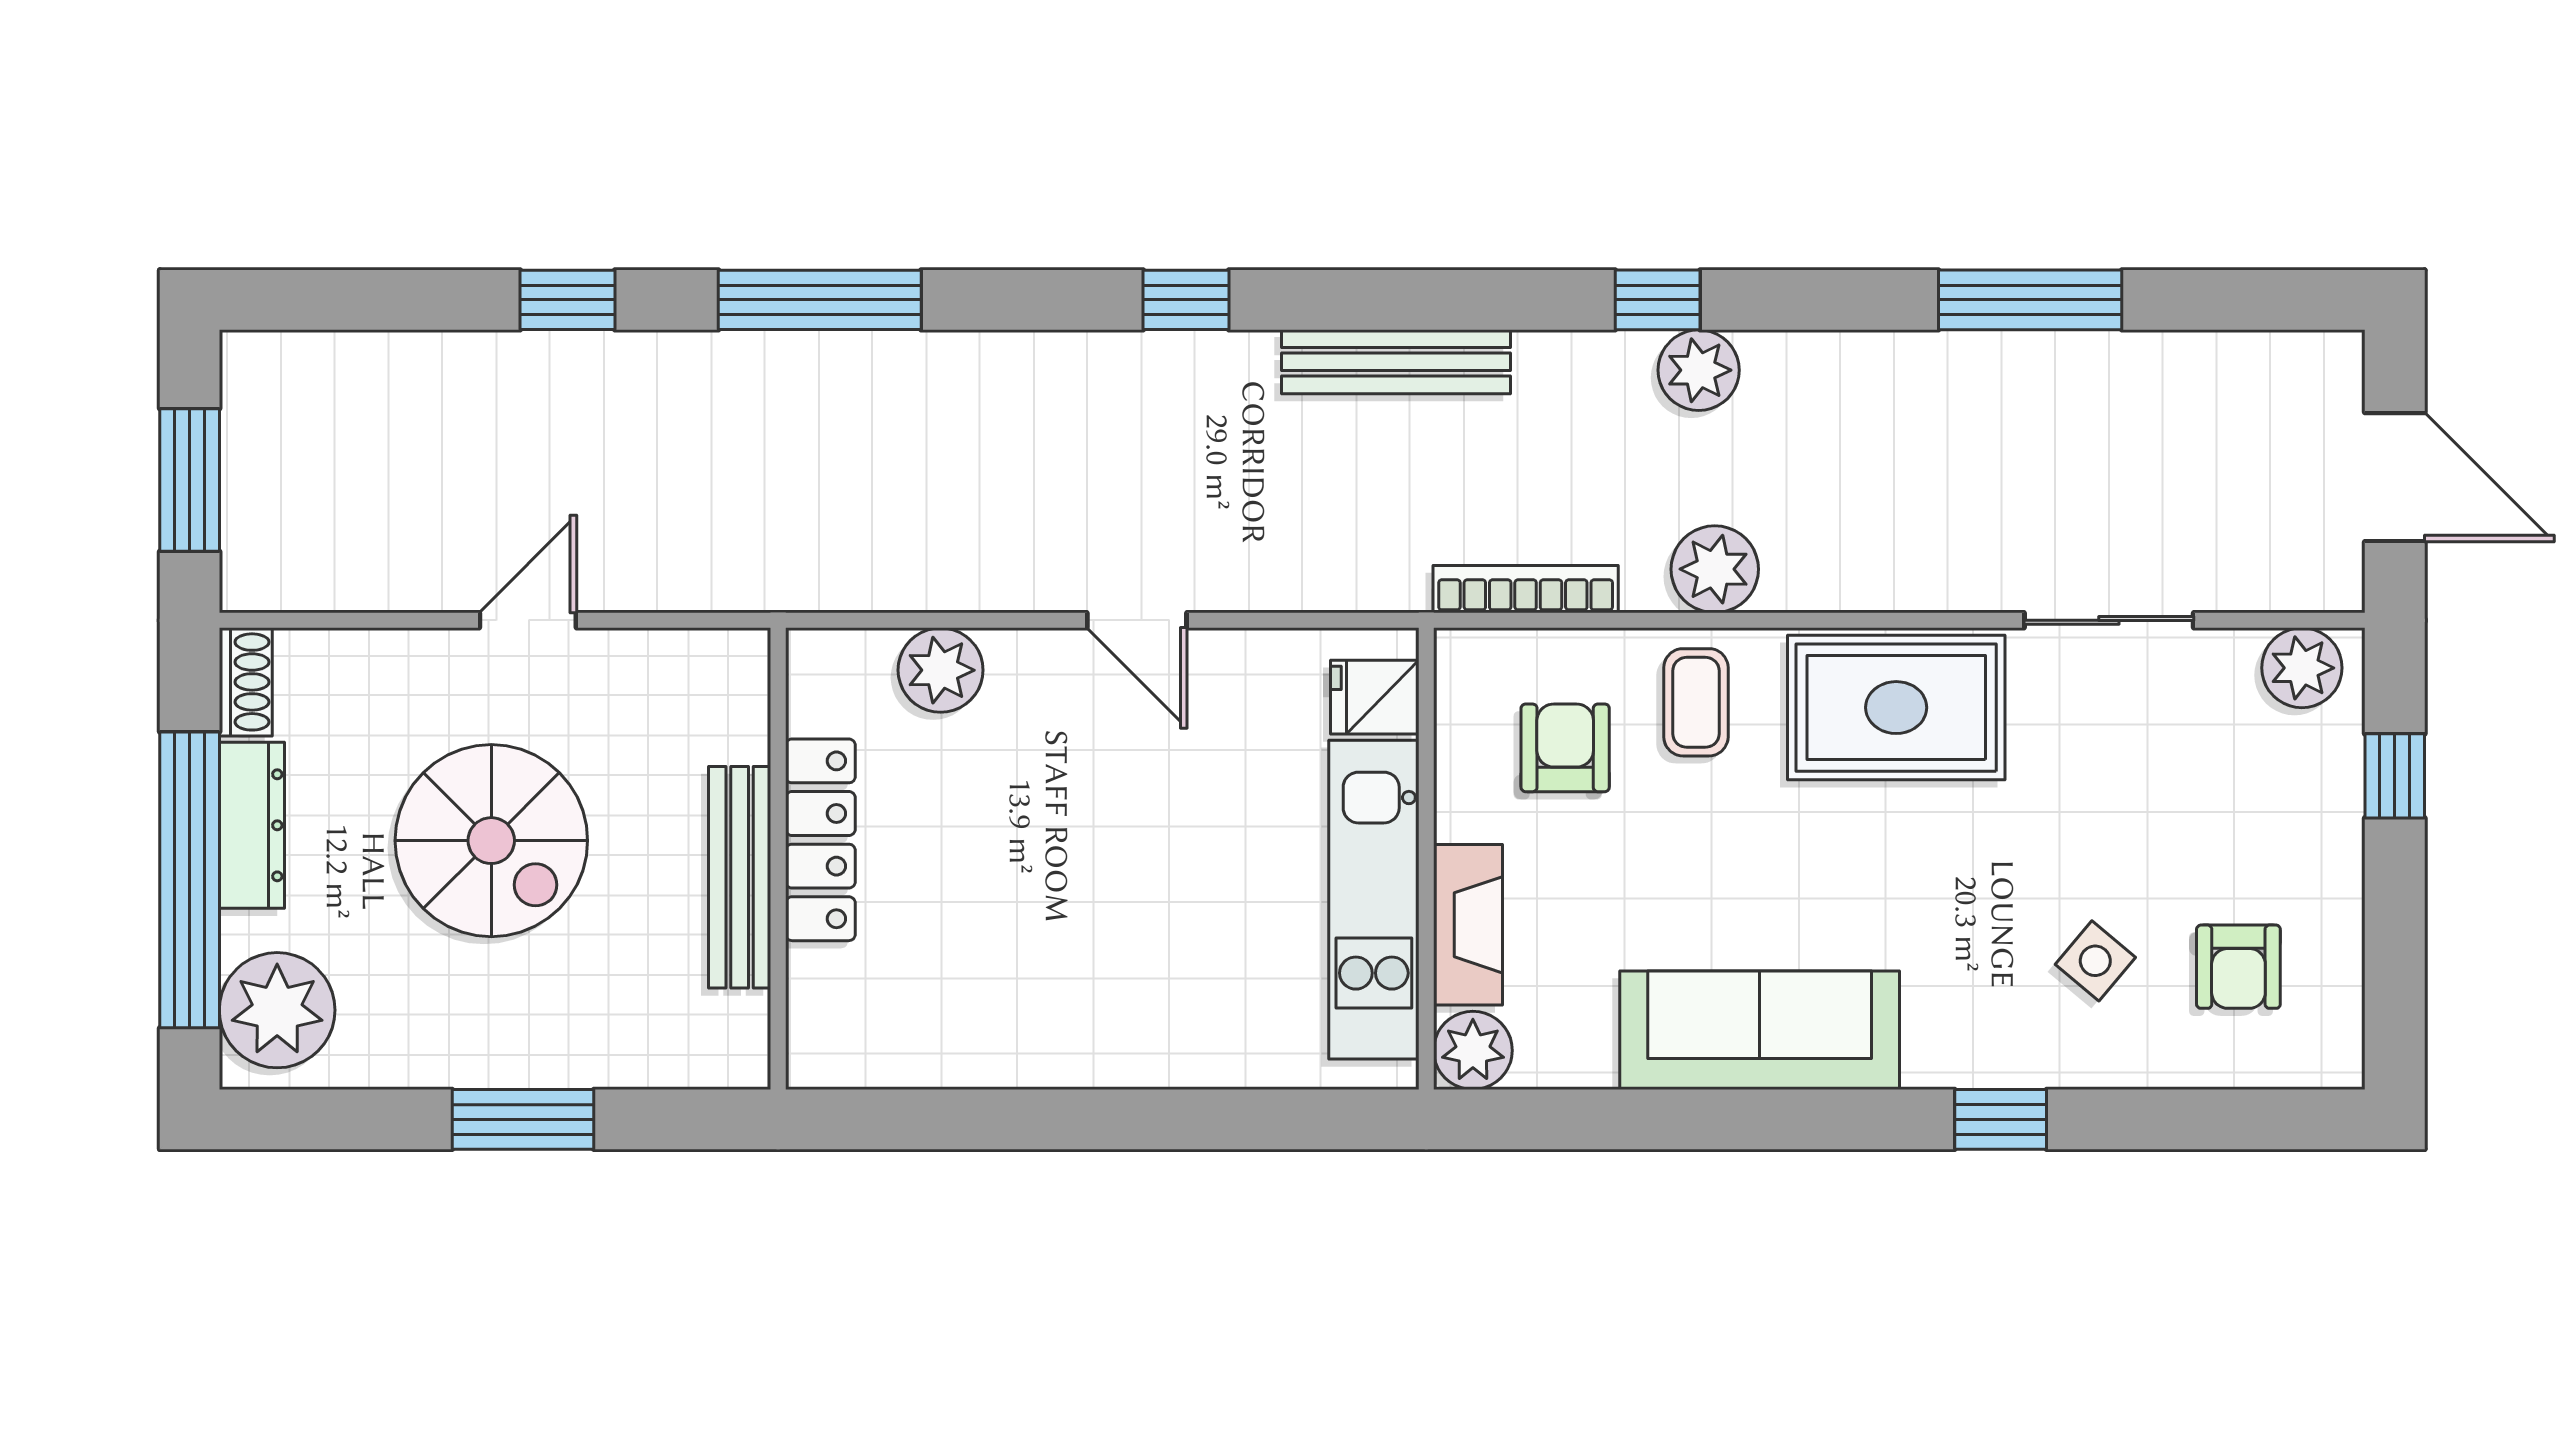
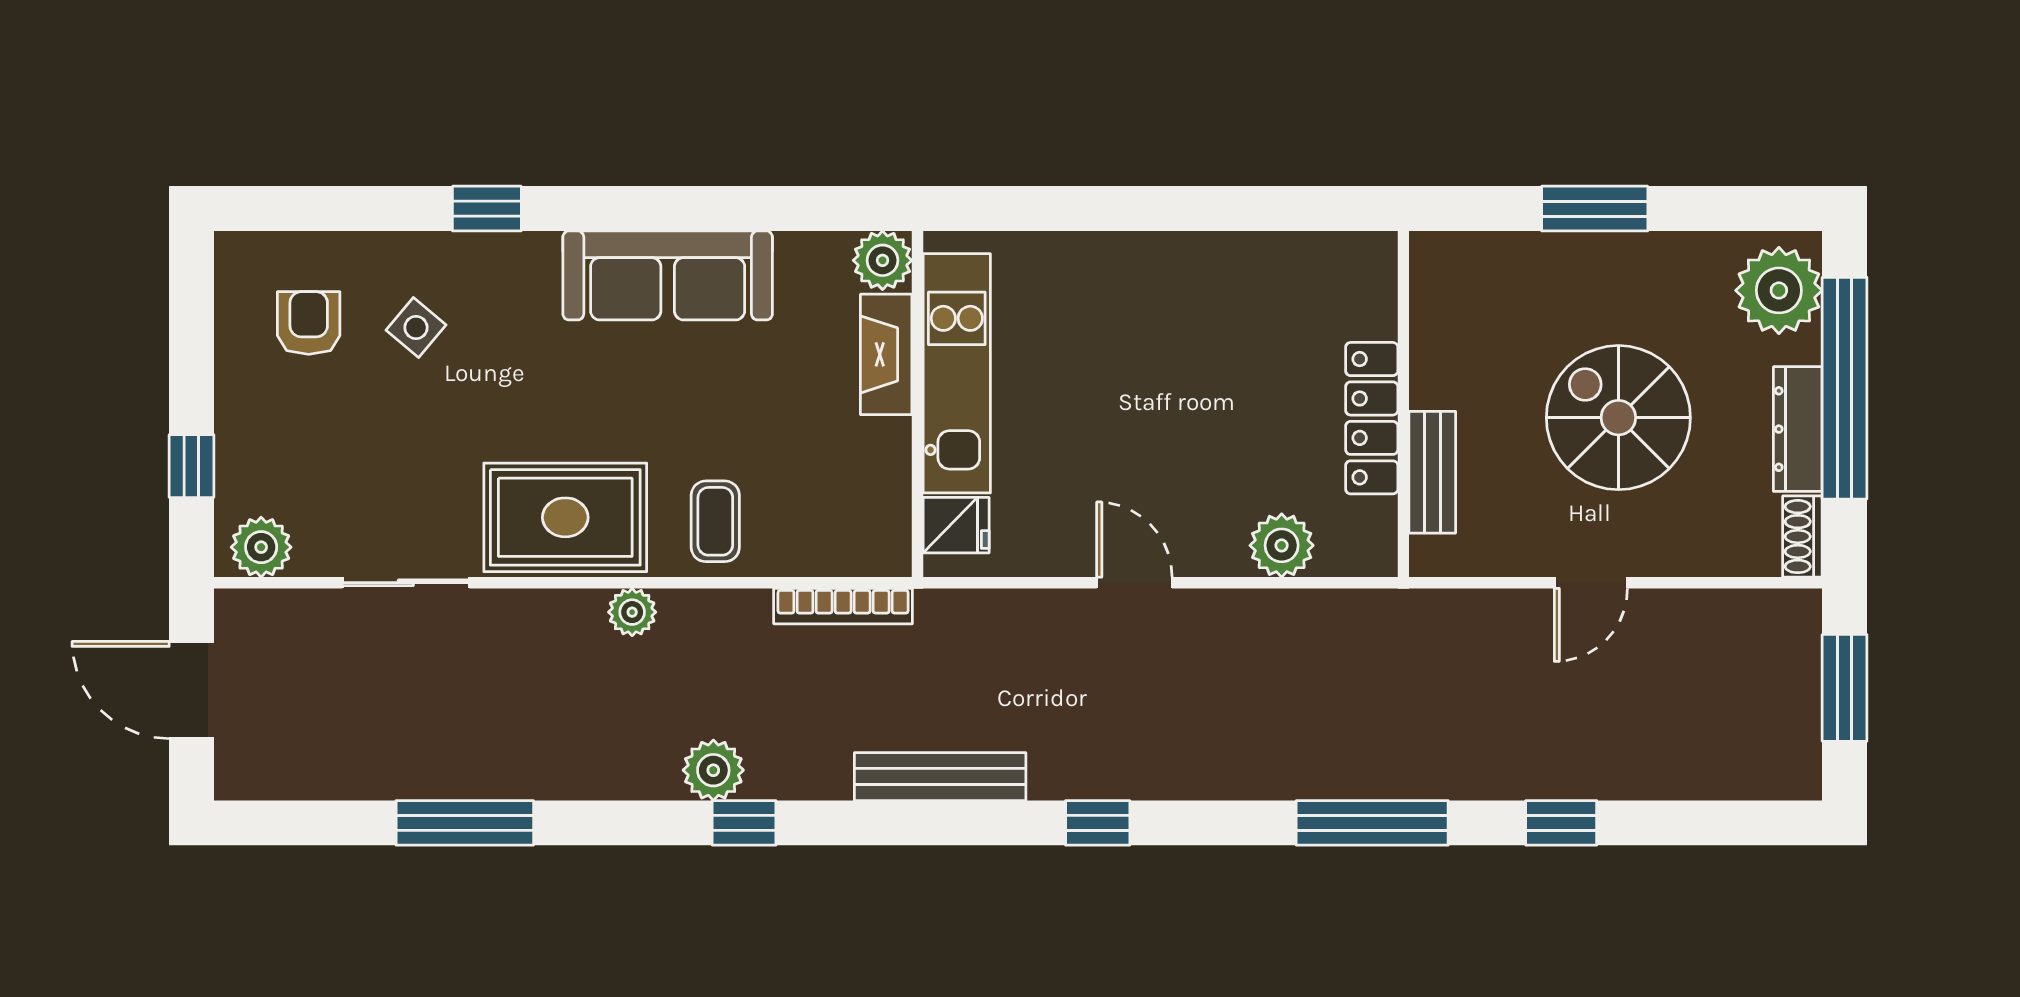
plant: (1715, 569) -> (632, 612), moved, width x0.73, depth x0.73
armchair: (1565, 748) -> (813, 487), removed
bench: (740, 877) -> (1432, 472), moved, width x0.73

